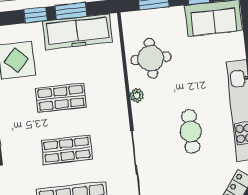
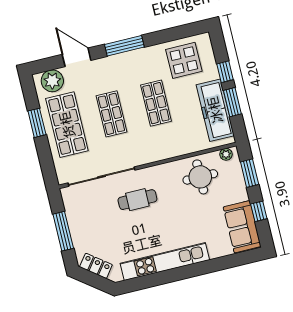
plant: (137, 95) -> (226, 154), moved
cafe table: (191, 132) -> (137, 200), moved

